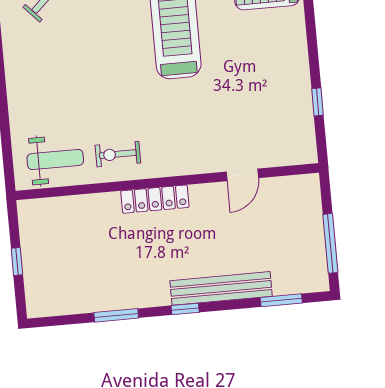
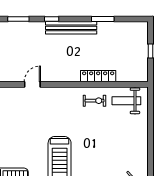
locker: (155, 199) -> (98, 76), moved
bench: (221, 288) -> (71, 28), moved
window: (185, 309) -> (52, 19), moved

